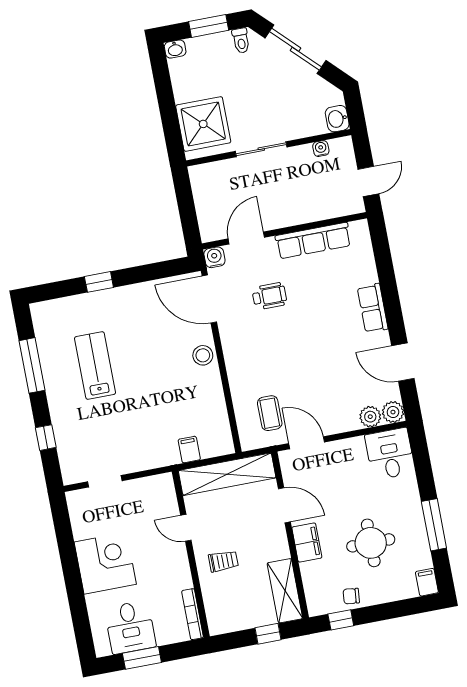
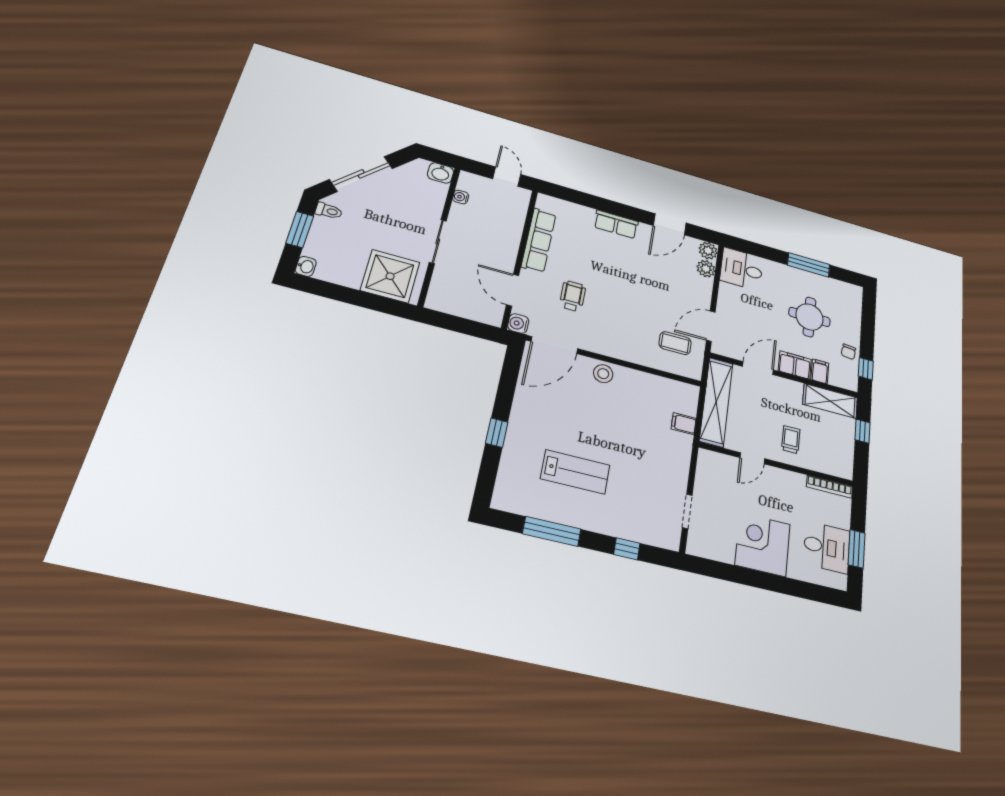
lab bench: (95, 365) -> (575, 472), turned 180
filing cabinet: (427, 582) -> (820, 371), moved, turned 90

